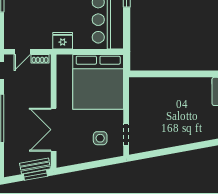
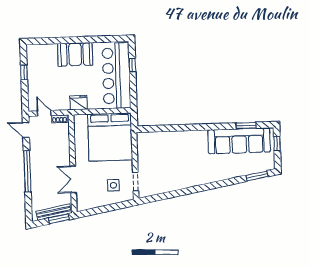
door: (22, 52) -> (44, 113), swing flipped
double door: (54, 130) -> (73, 179), width x0.73
bench: (35, 166) -> (54, 212), width x1.36

